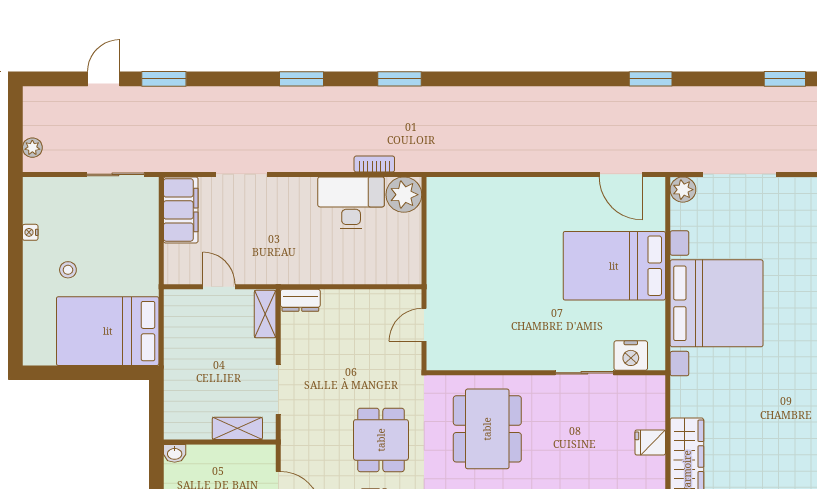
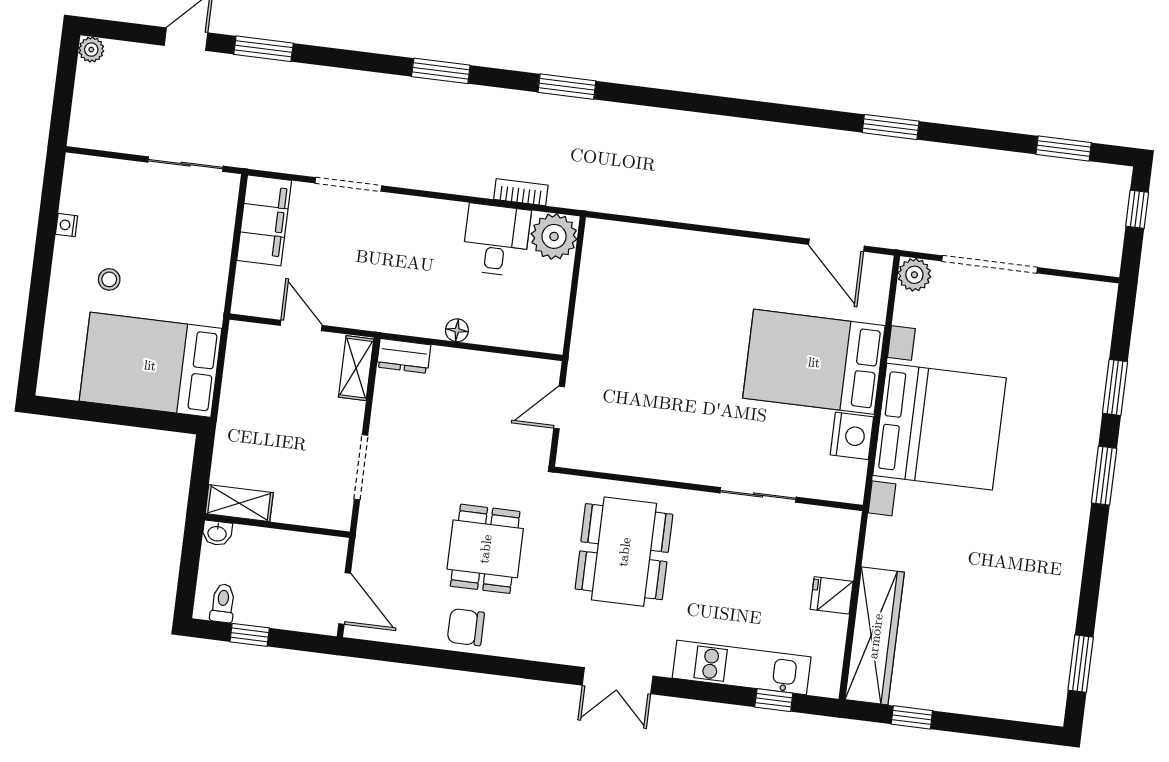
plant: (32, 148) -> (91, 50), moved
desk: (351, 203) -> (496, 240), width x0.73
floor lamp: (339, 276) -> (457, 330), added
nightstand: (631, 356) -> (852, 436), moved, turned -90
shelving: (237, 428) -> (239, 503), moved

